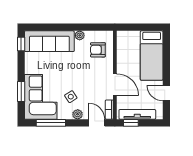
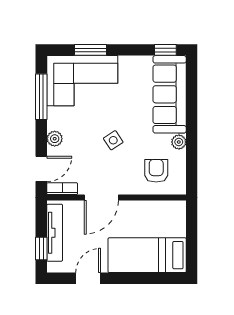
side table: (71, 97) -> (113, 140), moved
window: (131, 123) -> (41, 248), moved

